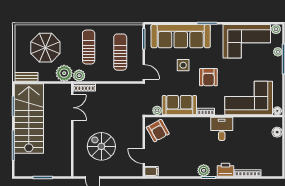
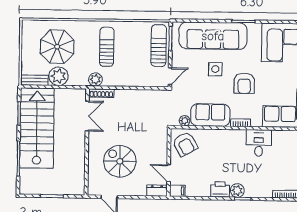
sun lounger: (120, 52) -> (159, 46), moved
door: (144, 72) -> (170, 76), hinge flipped
plant: (64, 73) -> (58, 76), moved
printer: (226, 170) -> (220, 190), moved
dresser: (134, 171) -> (157, 191), added

